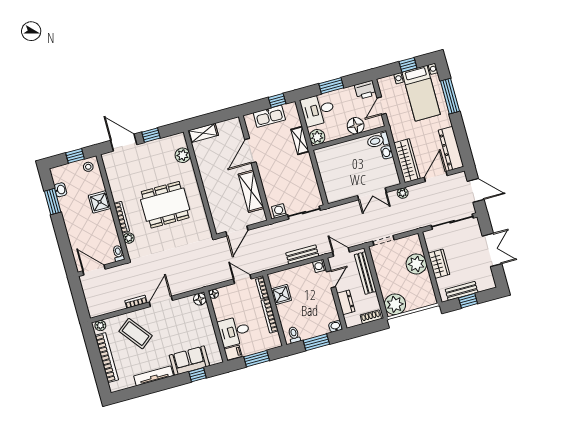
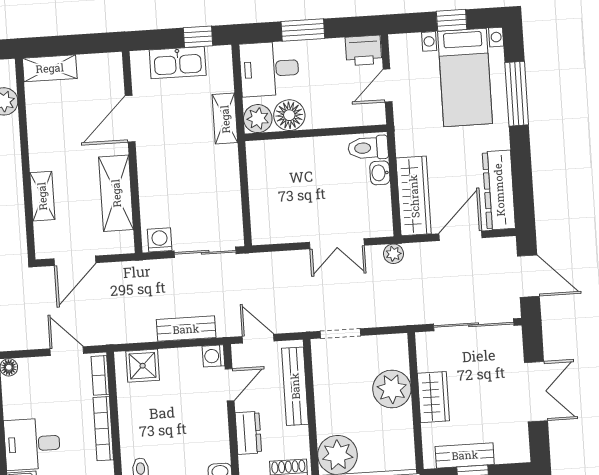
floor lamp: (356, 126) -> (289, 115), moved
shelving: (213, 201) -> (42, 196), added
shower: (281, 295) -> (143, 366), moved

